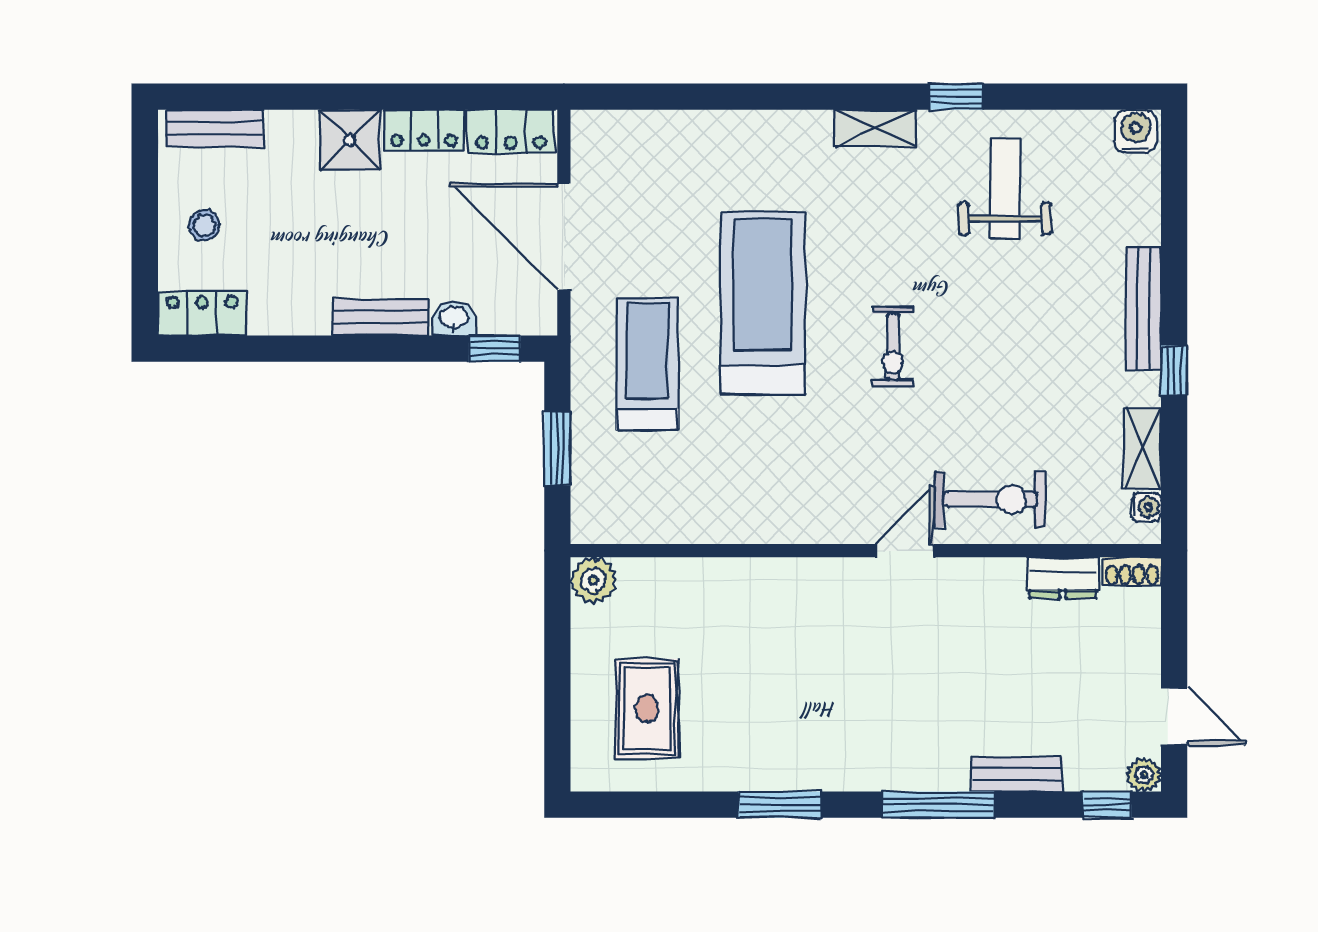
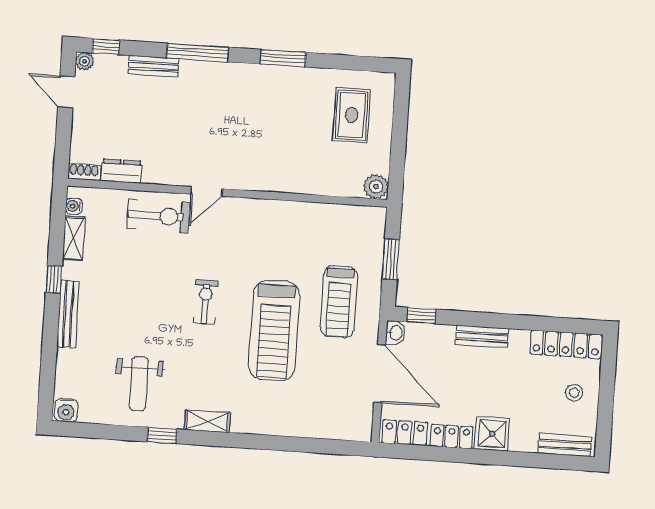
locker: (202, 313) -> (566, 344), width x1.53
washbasin: (454, 318) -> (395, 333), moved, turned -90
exercise bike: (990, 500) -> (158, 216), turned 180

